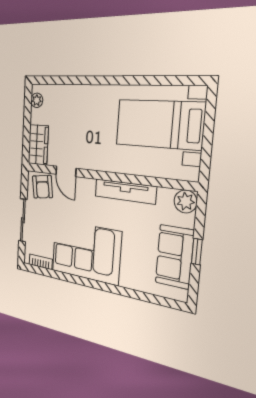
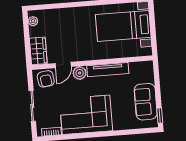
door: (66, 171) -> (63, 65), hinge flipped
plant: (186, 201) -> (80, 73), moved
window: (197, 252) -> (160, 116), moved

